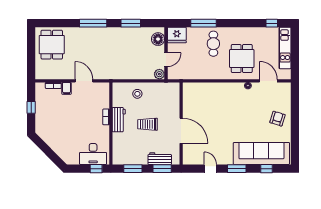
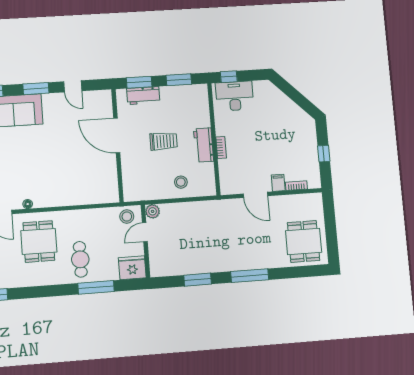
floor lamp: (158, 39) -> (158, 260), removed
stool: (178, 72) -> (127, 216), added

